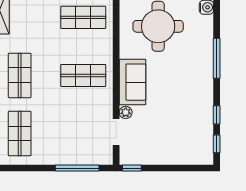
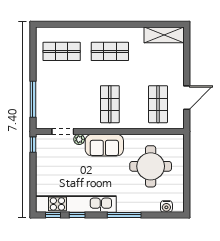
kitchen unit: (203, 116) -> (76, 204), added

